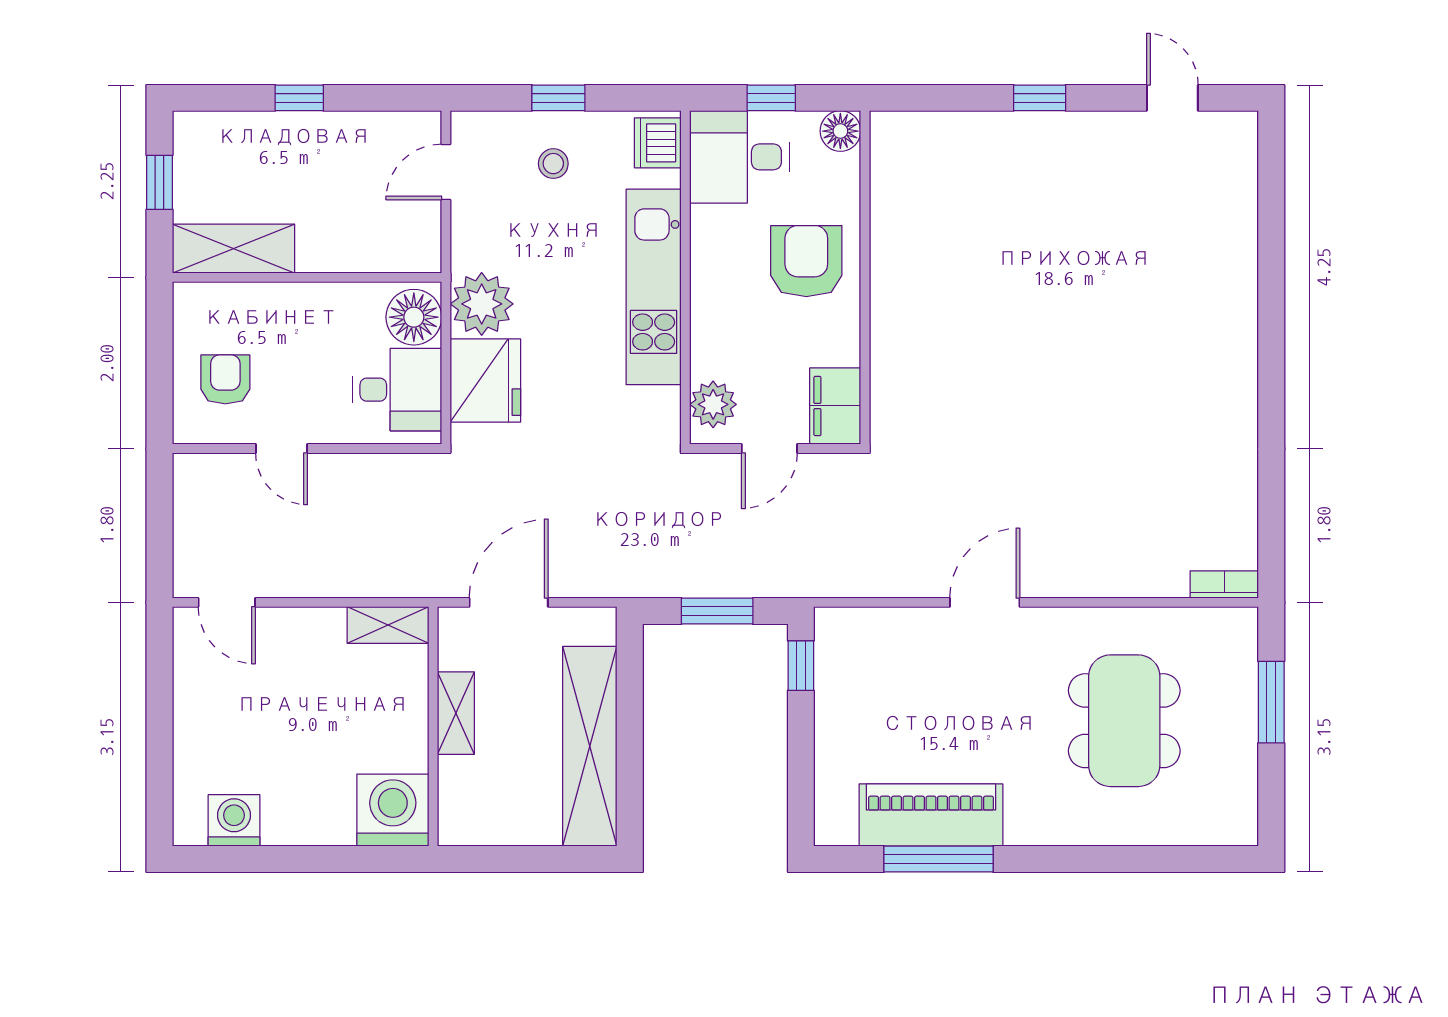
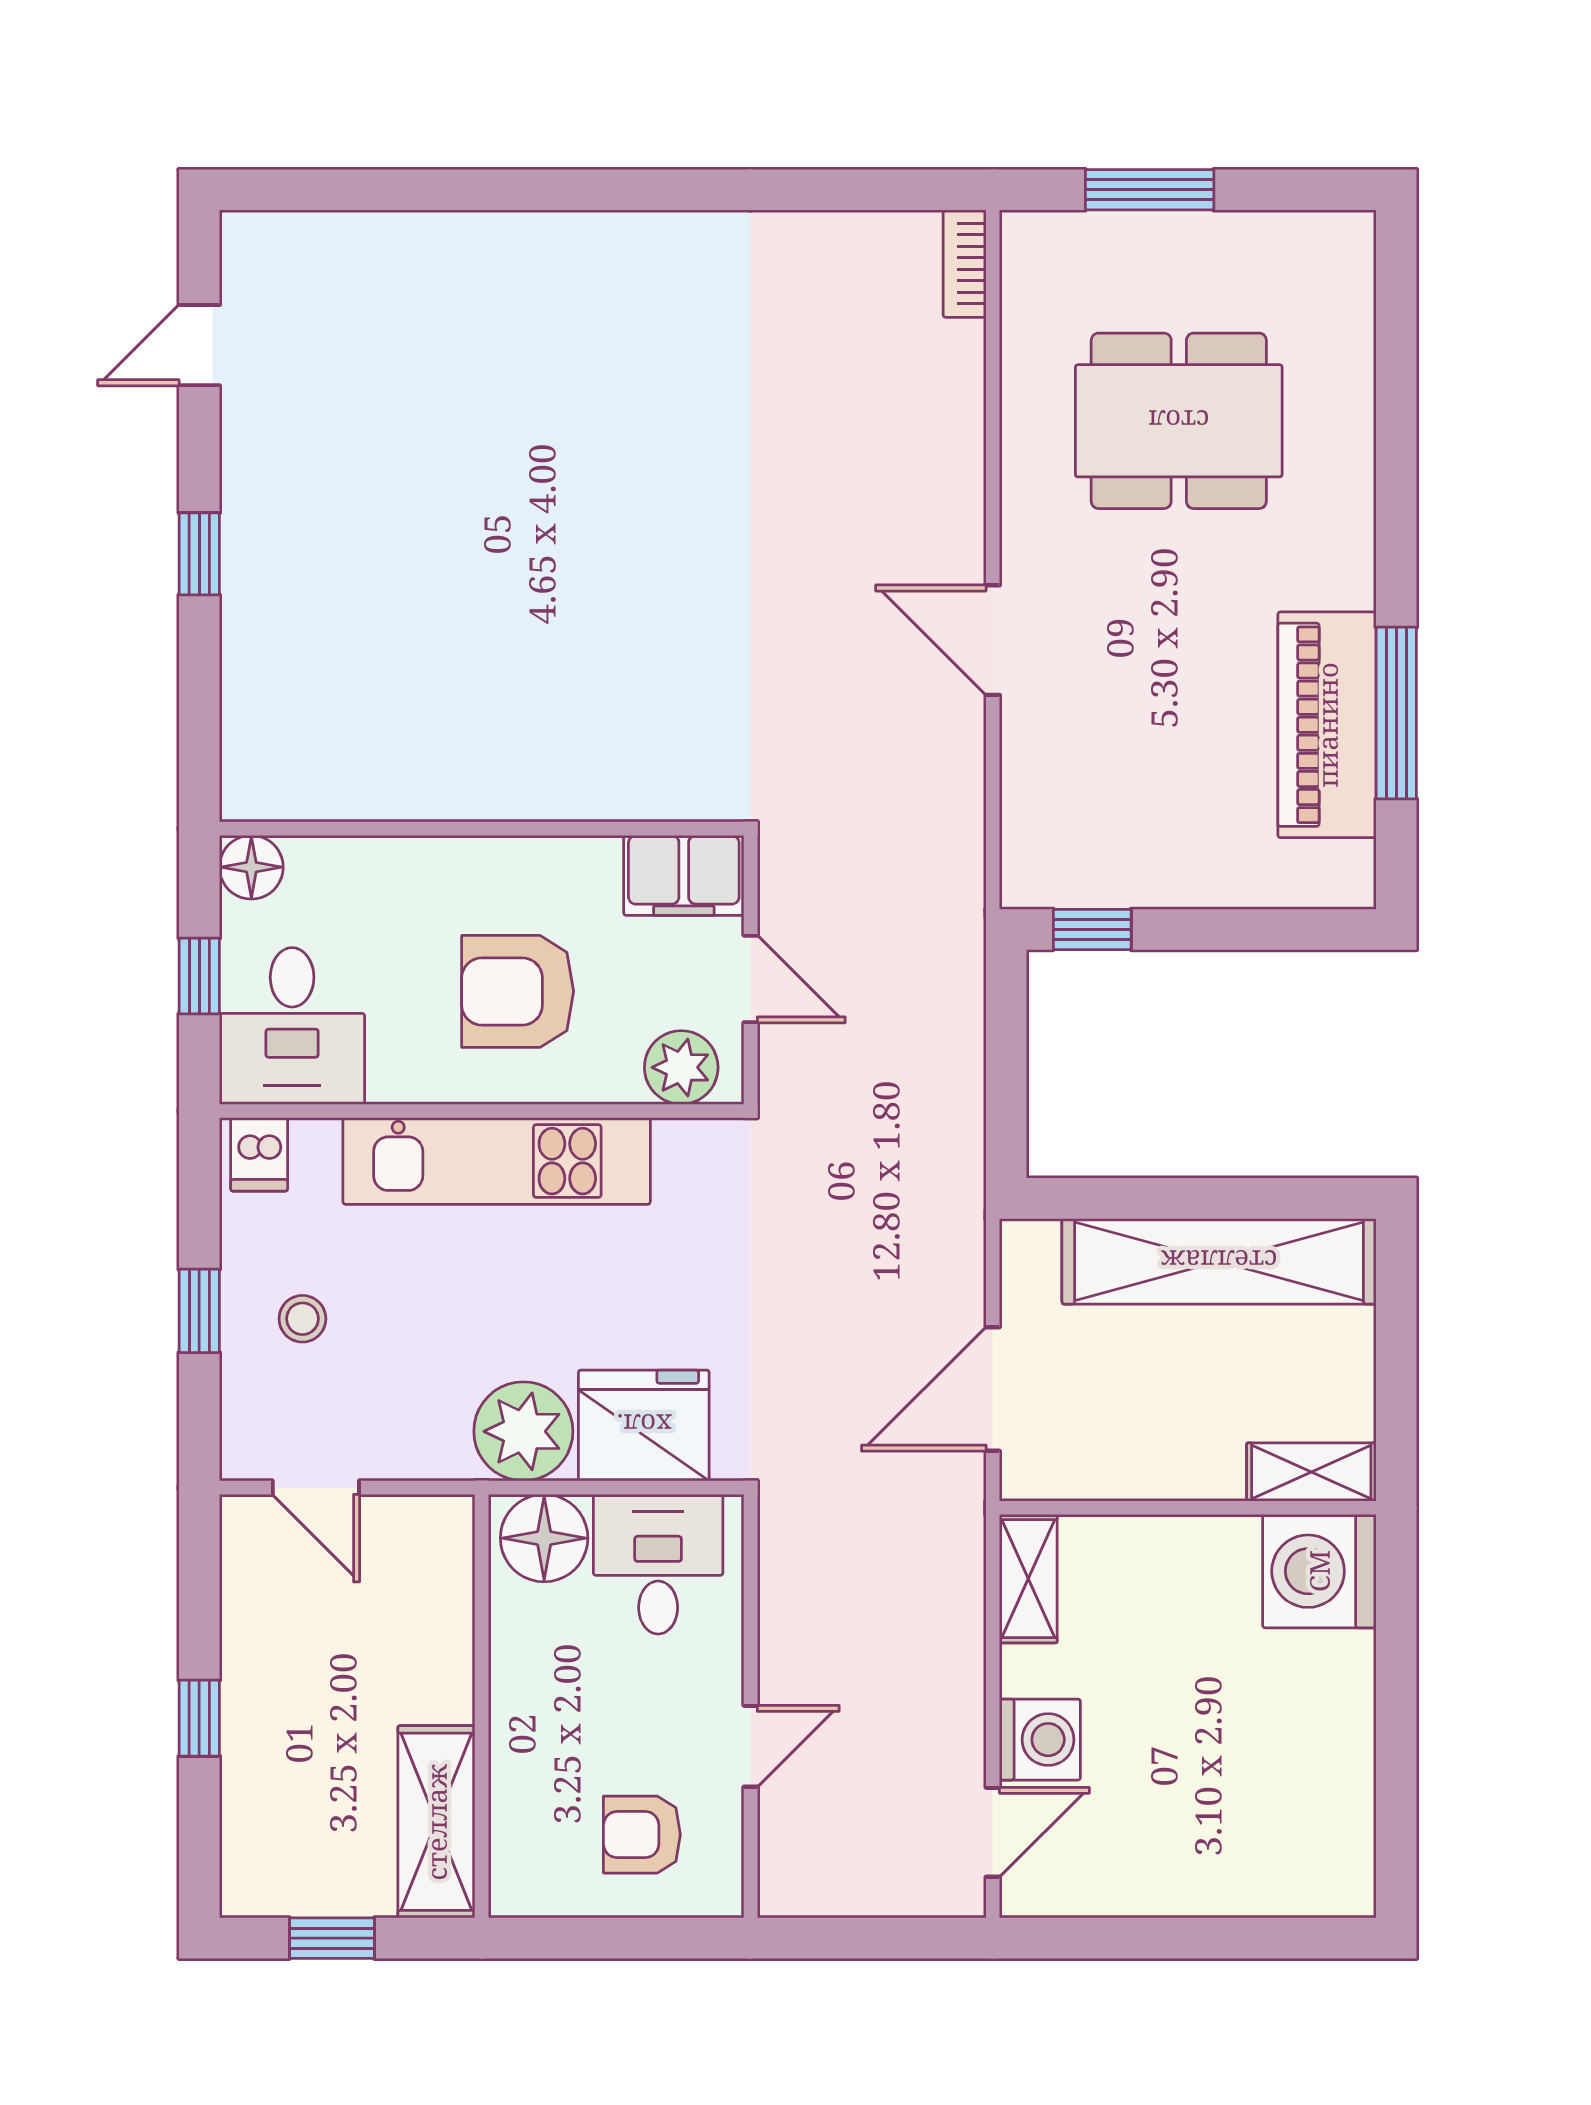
dishwasher: (658, 143) -> (259, 1154), width x0.73
armchair: (806, 261) -> (518, 991), moved
door: (509, 602) -> (993, 1389), hinge flipped
window: (717, 611) -> (1006, 1061), removed
shelving: (456, 713) -> (1311, 1472), moved
washing machine: (234, 820) -> (1040, 1740), moved, turned 180

